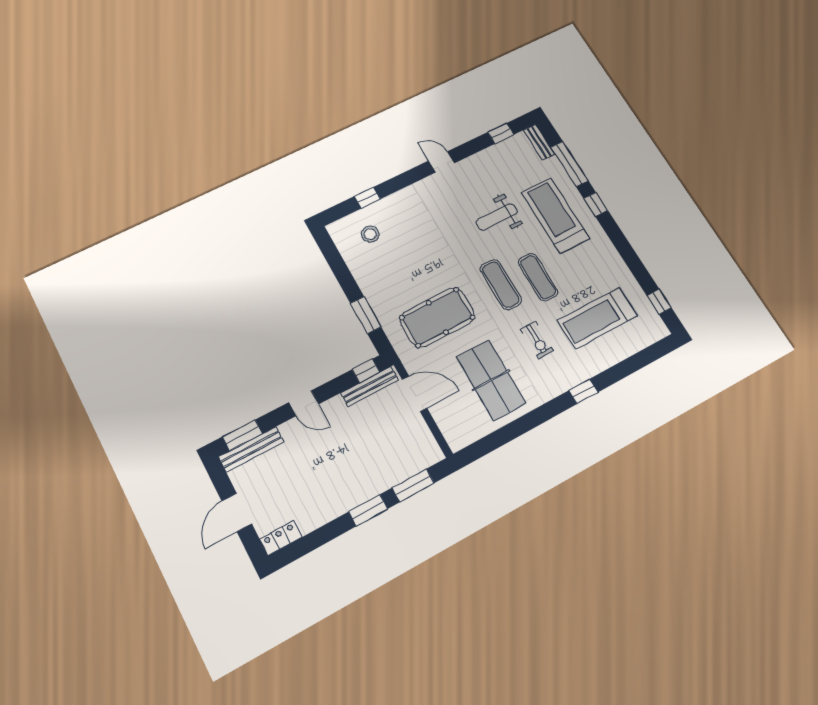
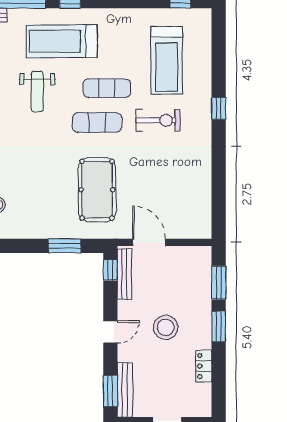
exercise bike: (537, 340) -> (158, 120), width x1.38, depth x1.39
table tennis table: (491, 380) -> (171, 176), removed
door: (415, 394) -> (149, 242), hinge flipped
stool: (338, 456) -> (166, 327), added
locker: (281, 538) -> (204, 366), moved

